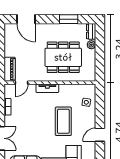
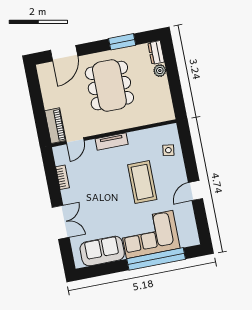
door: (26, 19) -> (64, 53), hinge flipped
dining table: (63, 57) -> (109, 86), moved, turned 90

